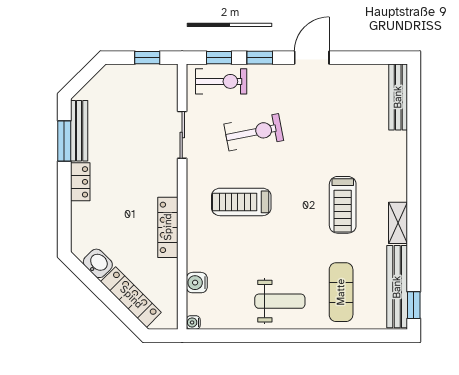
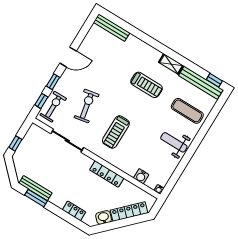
window: (147, 58) -> (15, 143), moved
door: (312, 58) -> (68, 57), swing flipped
sliding door: (182, 135) -> (67, 141), width x1.37
locker: (80, 182) -> (74, 211), moved
weight bench: (280, 301) -> (174, 142), turned -90

